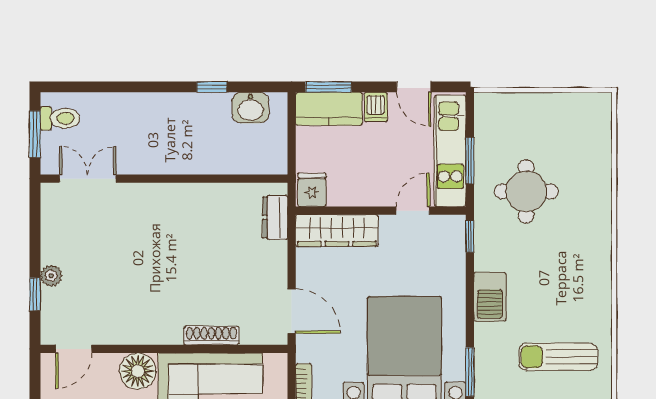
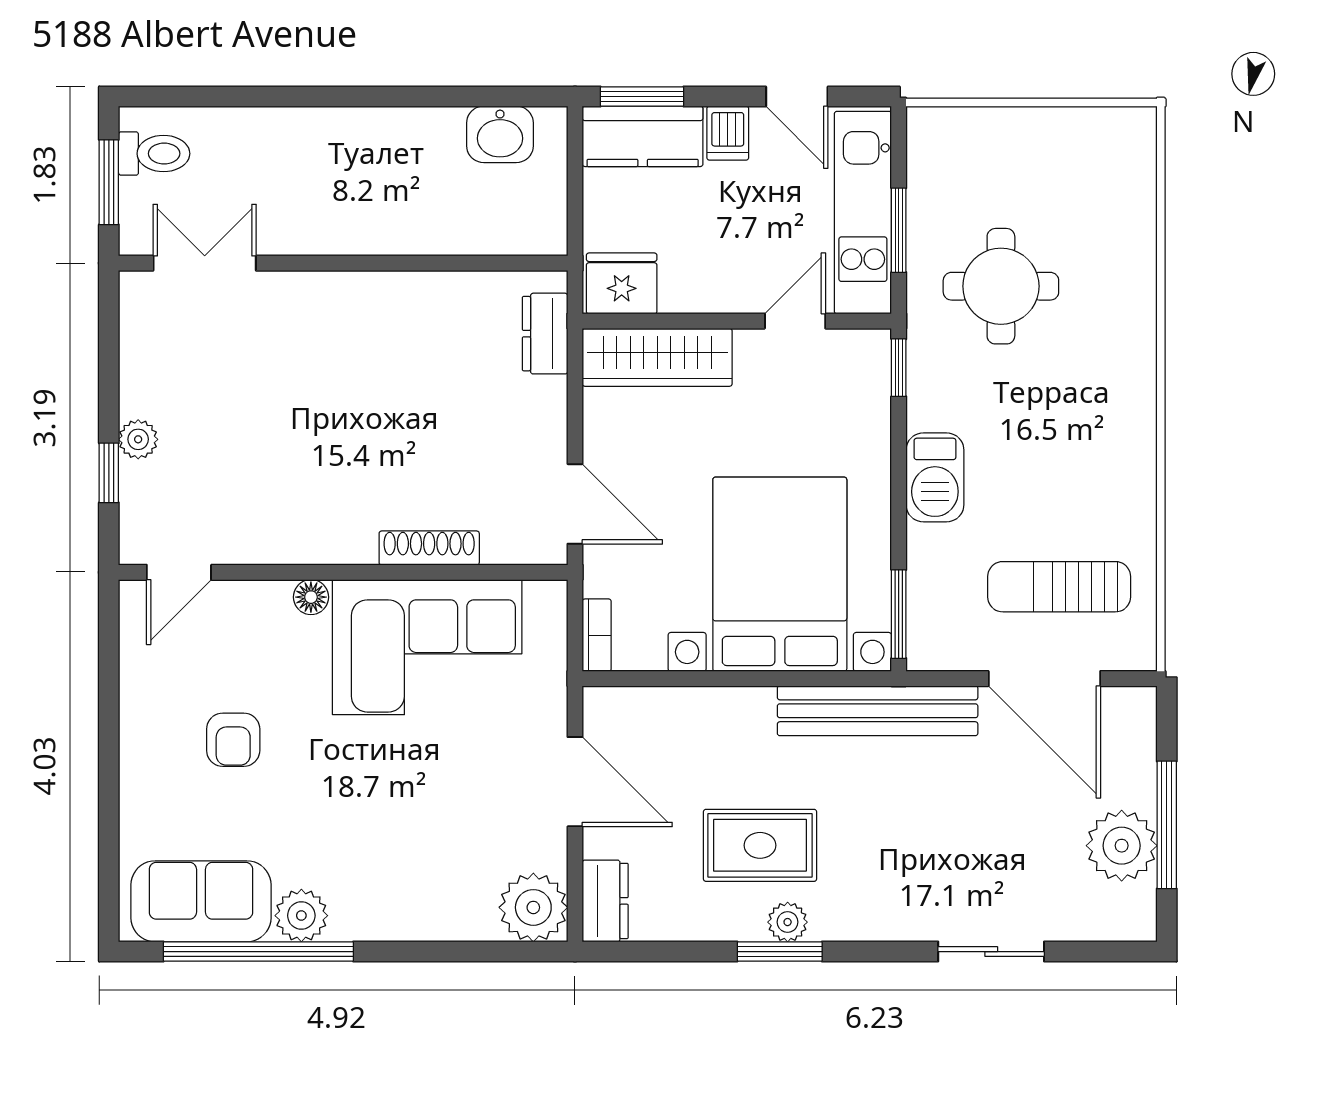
window: (212, 87) -> (430, 96), removed
fridge: (312, 190) -> (622, 283), width x1.38
floor lamp: (138, 371) -> (311, 597), width x0.53, depth x0.53

